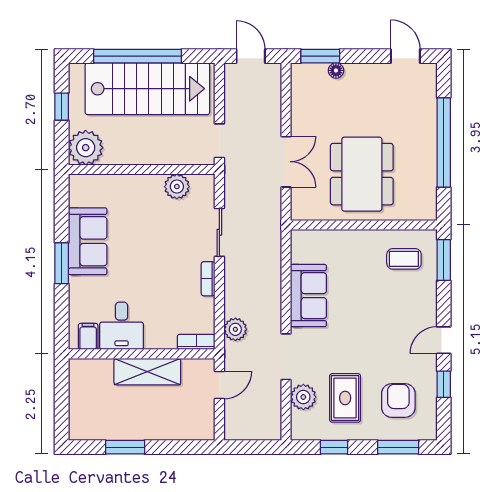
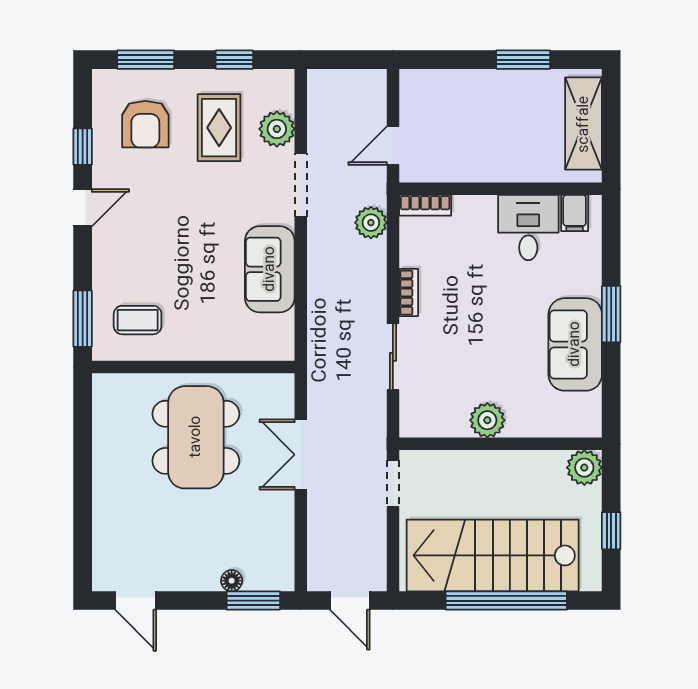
window: (444, 142) -> (83, 481), removed
plant: (86, 148) -> (584, 468), width x0.73, depth x0.73
plant: (177, 187) -> (487, 420), moved
shelving: (147, 372) -> (584, 124), moved, turned 90

